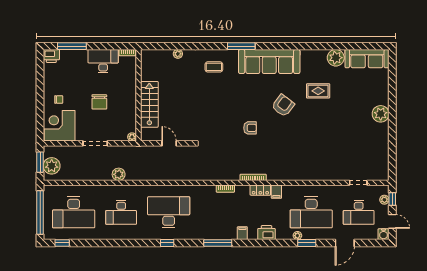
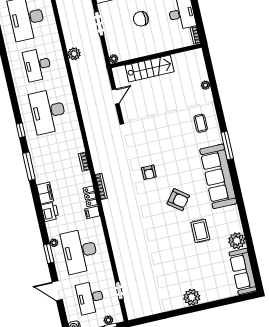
desk: (169, 212) -> (48, 111), turned 180
filing cabinet: (242, 233) -> (45, 193), width x2.00
window: (167, 243) -> (21, 130), moved

